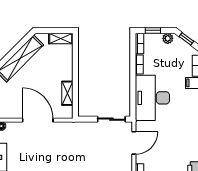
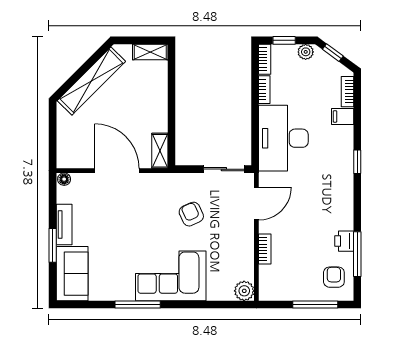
shelving: (67, 93) -> (160, 151), moved
armchair: (89, 150) -> (191, 214), added

